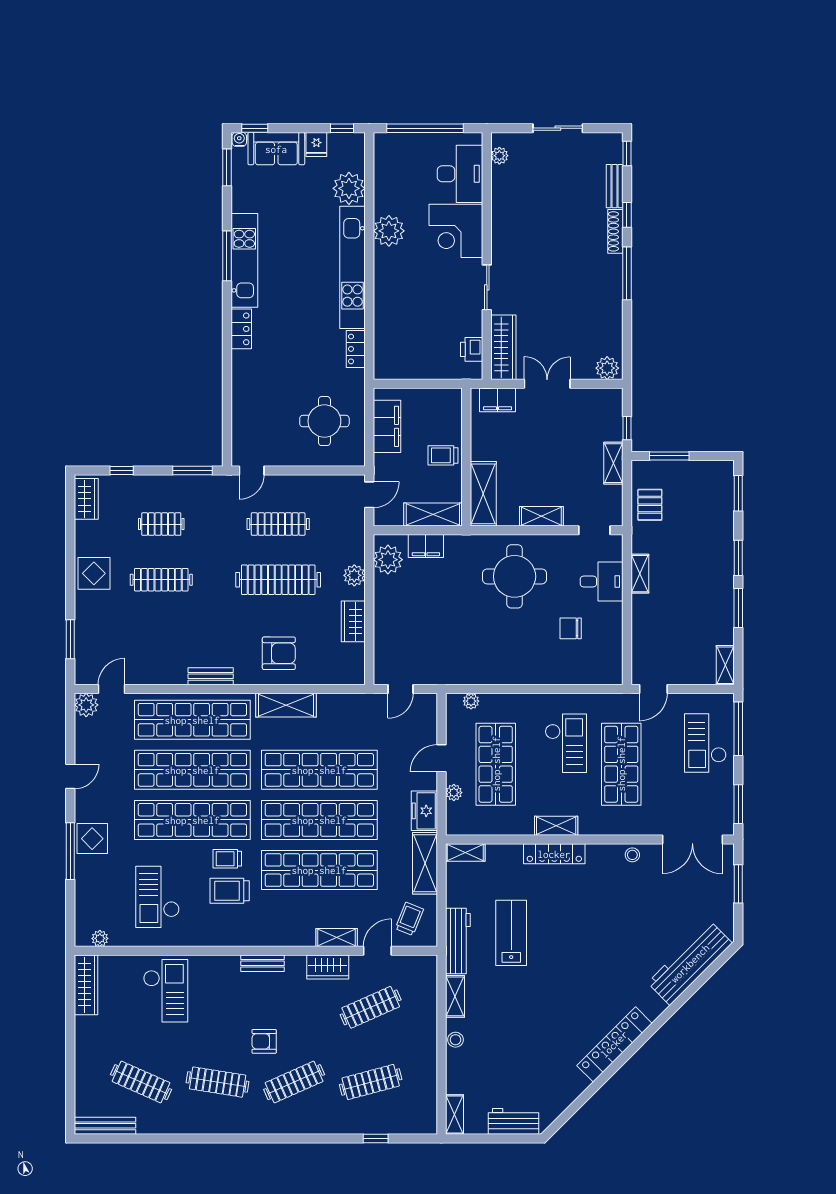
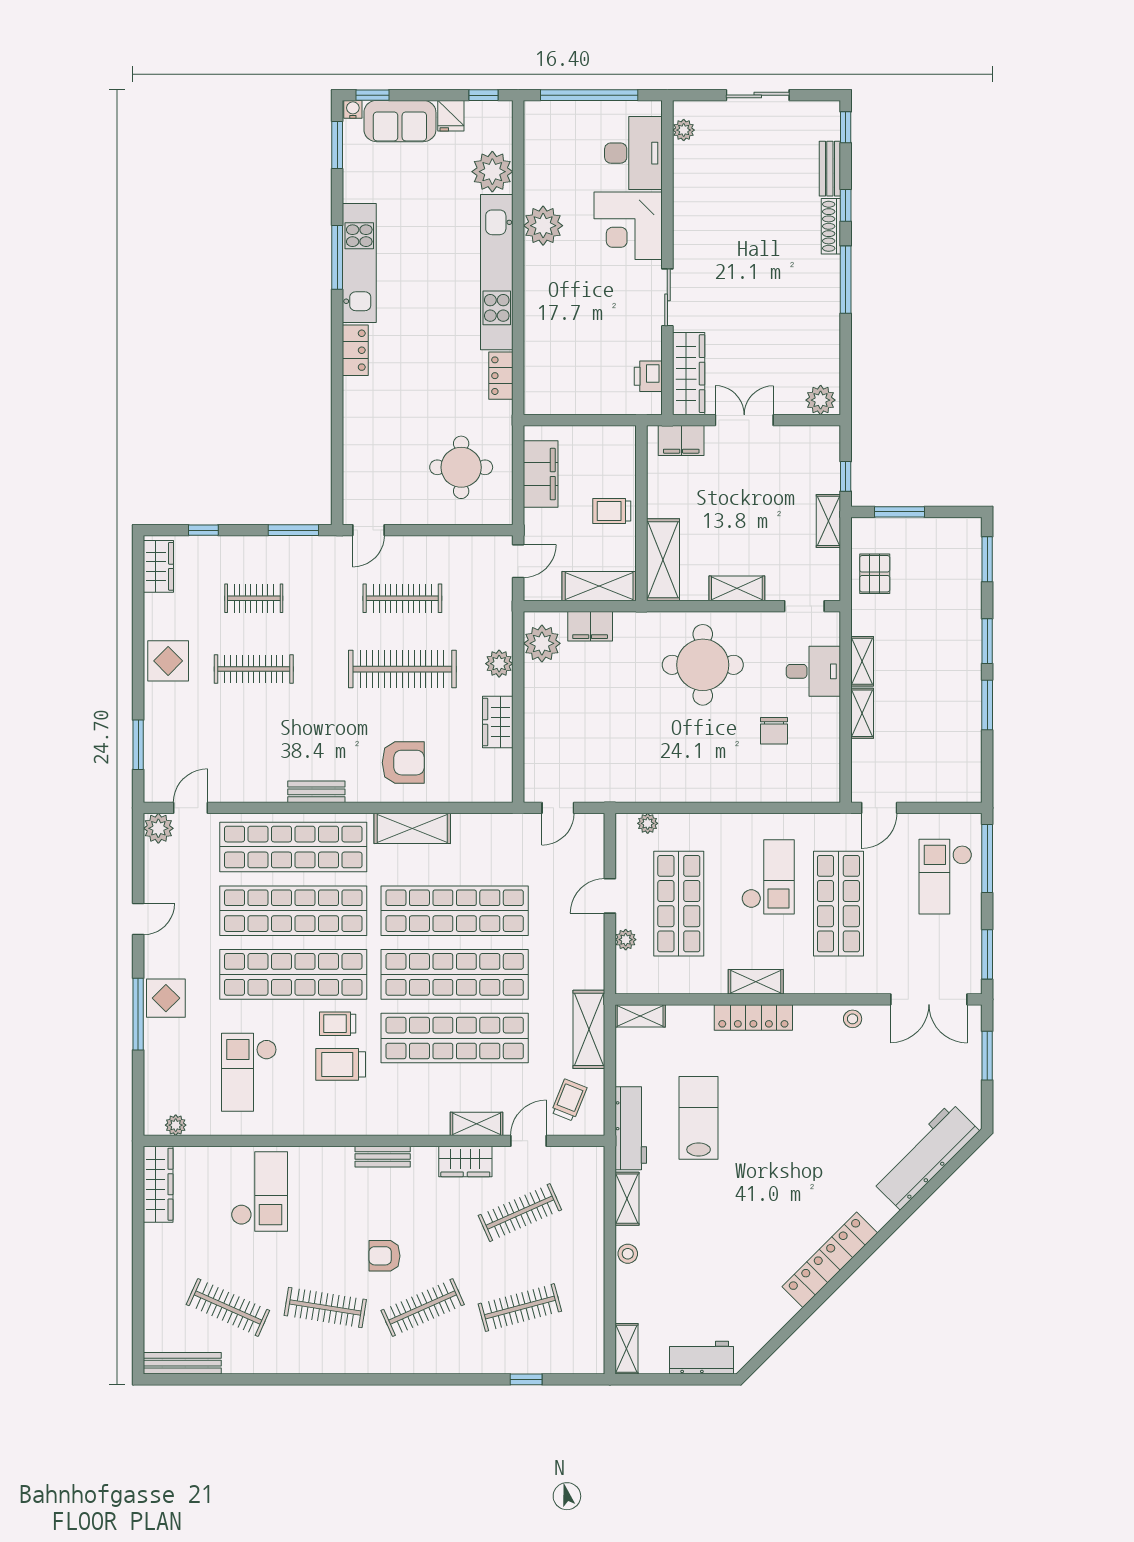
chair: (571, 628) -> (774, 731), turned -90
shelving: (725, 665) -> (862, 713), moved
freezer: (424, 811) -> (588, 963), removed

